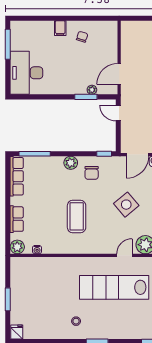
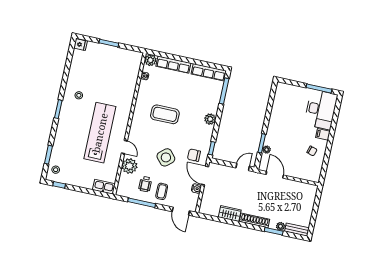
desk: (26, 73) -> (321, 110), moved, turned 90
chair: (92, 173) -> (194, 155), moved
row of seats: (17, 219) -> (173, 65), width x1.48

